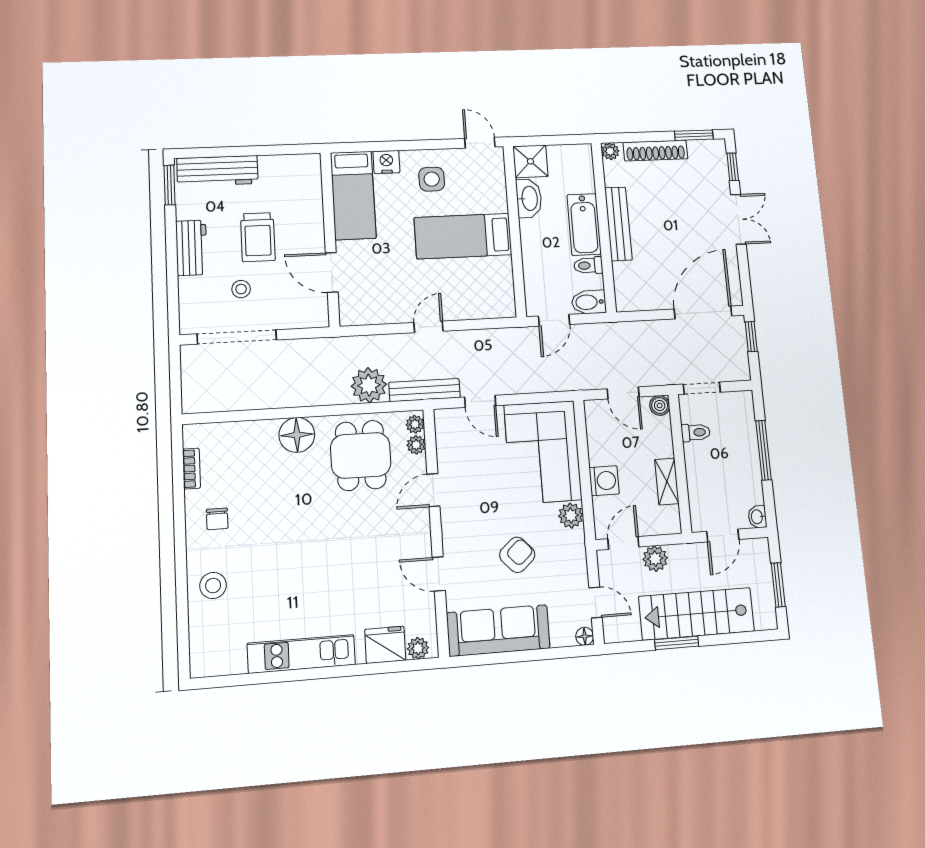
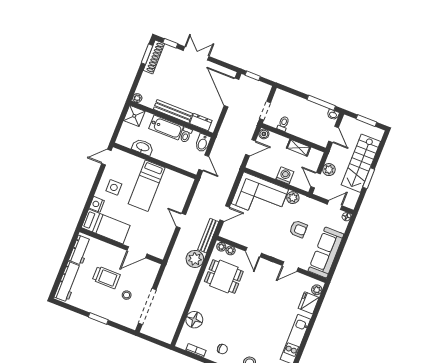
shoe rack: (655, 151) -> (154, 57), moved
shower: (530, 161) -> (134, 116), moved
window: (170, 185) -> (98, 319), moved
workbench: (191, 248) -> (80, 250), moved, turned 90
dresser: (624, 282) -> (201, 122), added
floor lamp: (297, 435) -> (194, 320), moved
window: (764, 450) -> (321, 103), moved
armchair: (517, 555) -> (298, 229), turned 132

